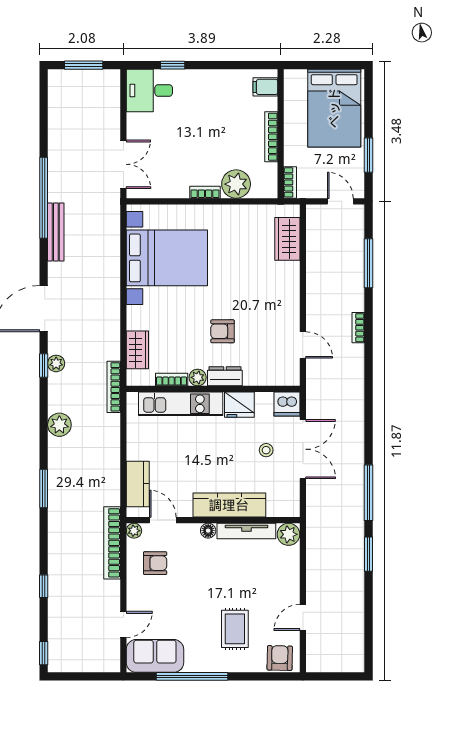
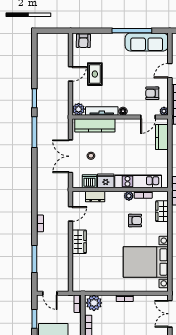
plant: (236, 184) -> (94, 303), moved
wardrobe: (287, 239) -> (79, 242), moved
armchair: (223, 331) -> (135, 221), moved
door: (303, 345) -> (71, 214), swing flipped
dresser: (225, 376) -> (95, 197), moved
dishwasher: (287, 404) -> (89, 181), moved
kitchen counter: (229, 505) -> (95, 125), moved
door: (163, 520) -> (148, 117), hinge flipped
door: (303, 617) -> (71, 74), moved
door: (123, 624) -> (170, 71), moved
rug: (235, 629) -> (95, 74), moved
sofa: (155, 656) -> (147, 42), width x1.36

